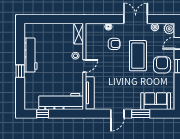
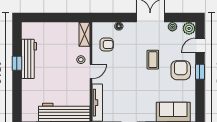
armchair: (114, 44) -> (107, 44), moved
coffee table: (138, 56) -> (153, 60), width x0.54, depth x0.58
window: (20, 71) -> (17, 63), moved

